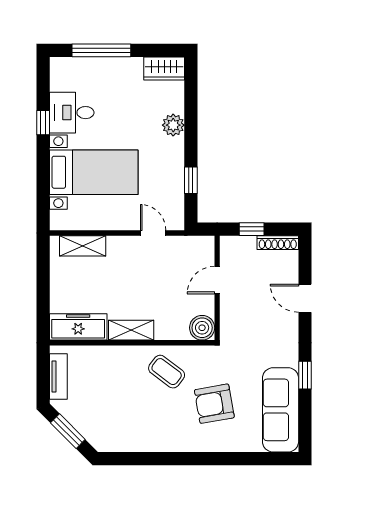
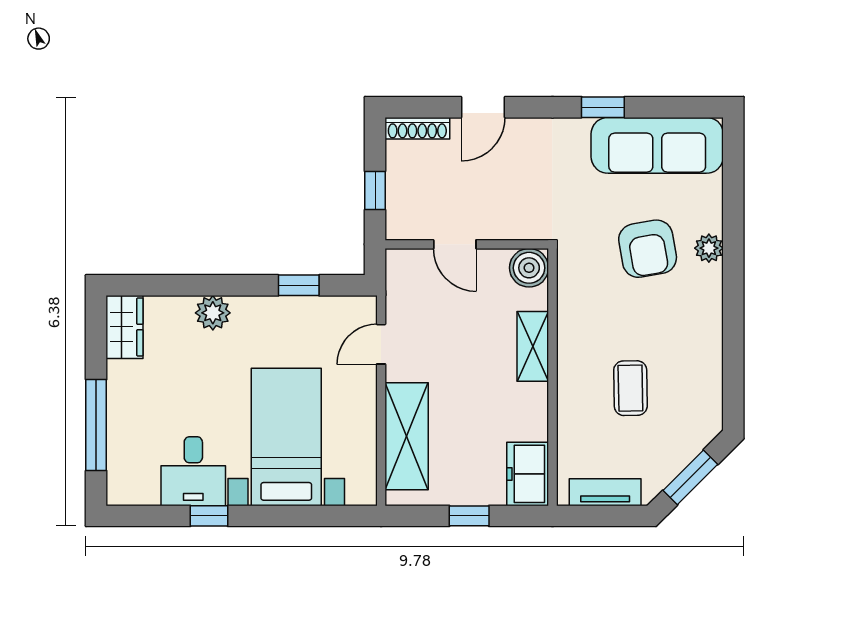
shoe rack: (278, 243) -> (417, 128), moved, turned 90
shelving: (83, 246) -> (407, 436), width x1.50, depth x1.33
window: (43, 289) -> (469, 516), added
freezer: (78, 327) -> (528, 474), width x0.71
shelving: (131, 330) -> (533, 346), moved
coffee table: (167, 372) -> (630, 388), moved, turned -38
plant: (215, 443) -> (709, 248), added

